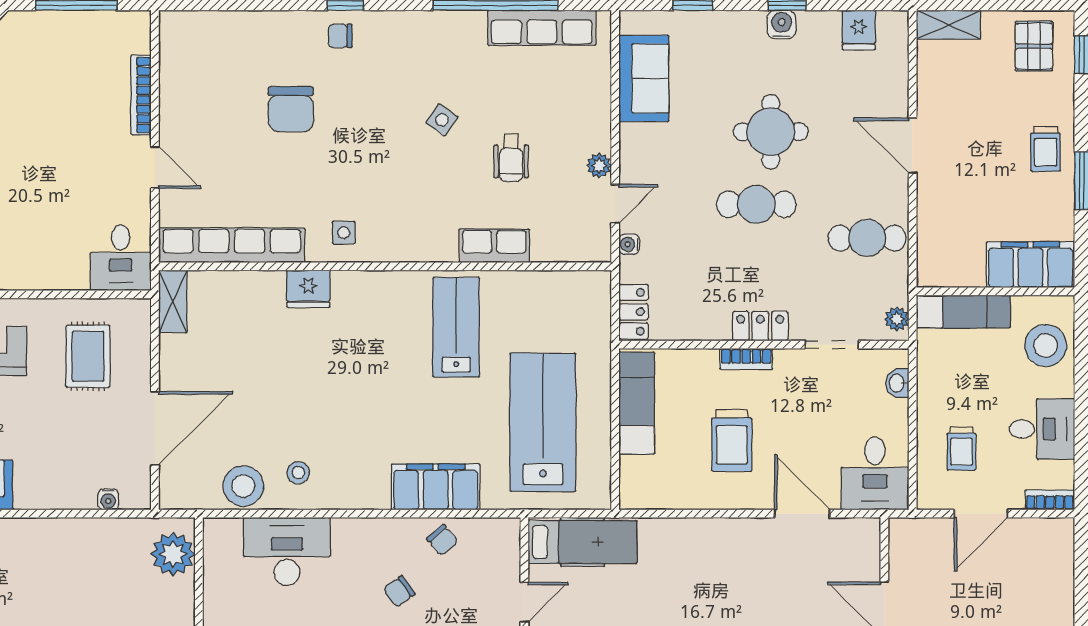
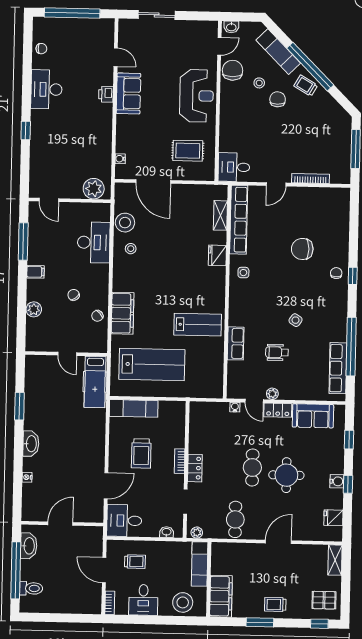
shelving: (173, 301) -> (220, 215), moved, turned 90
locker: (634, 312) -> (278, 410), moved
exam couch: (637, 403) -> (134, 408), moved
trolley: (732, 440) -> (141, 453), turned -90
trolley: (961, 449) -> (135, 562), turned 180

